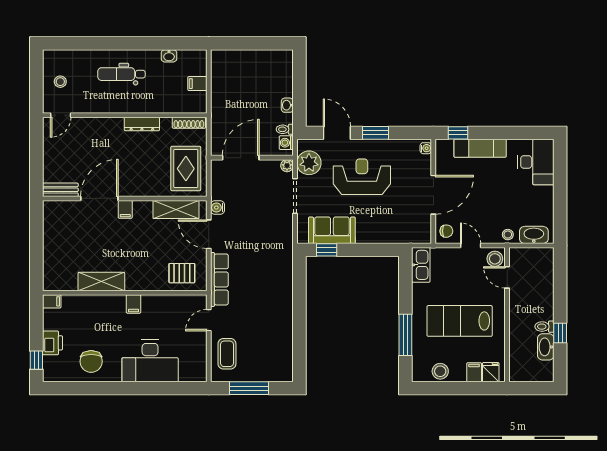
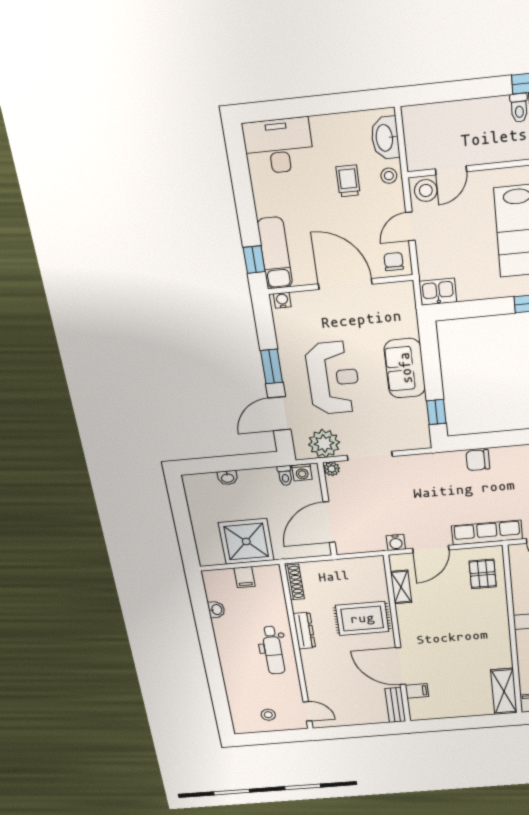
dental chair: (121, 74) -> (273, 650), moved
shower: (230, 90) -> (246, 541), added
washbasin: (287, 105) -> (228, 478), moved
exam couch: (480, 148) -> (275, 253), moved
door: (241, 158) -> (329, 522), hinge flipped
rug: (186, 169) -> (362, 618), moved
reception desk: (362, 177) -> (333, 378), turned 180
trolley: (507, 206) -> (348, 181), added
filing cabinet: (125, 209) -> (417, 691), moved
shelving: (176, 210) -> (401, 587), width x0.67, depth x0.75
sofa: (332, 230) -> (405, 368), moved
kitchen sink: (421, 265) -> (438, 292), width x0.73
chair: (283, 278) -> (478, 460), added
shelving: (101, 282) -> (504, 691), moved

